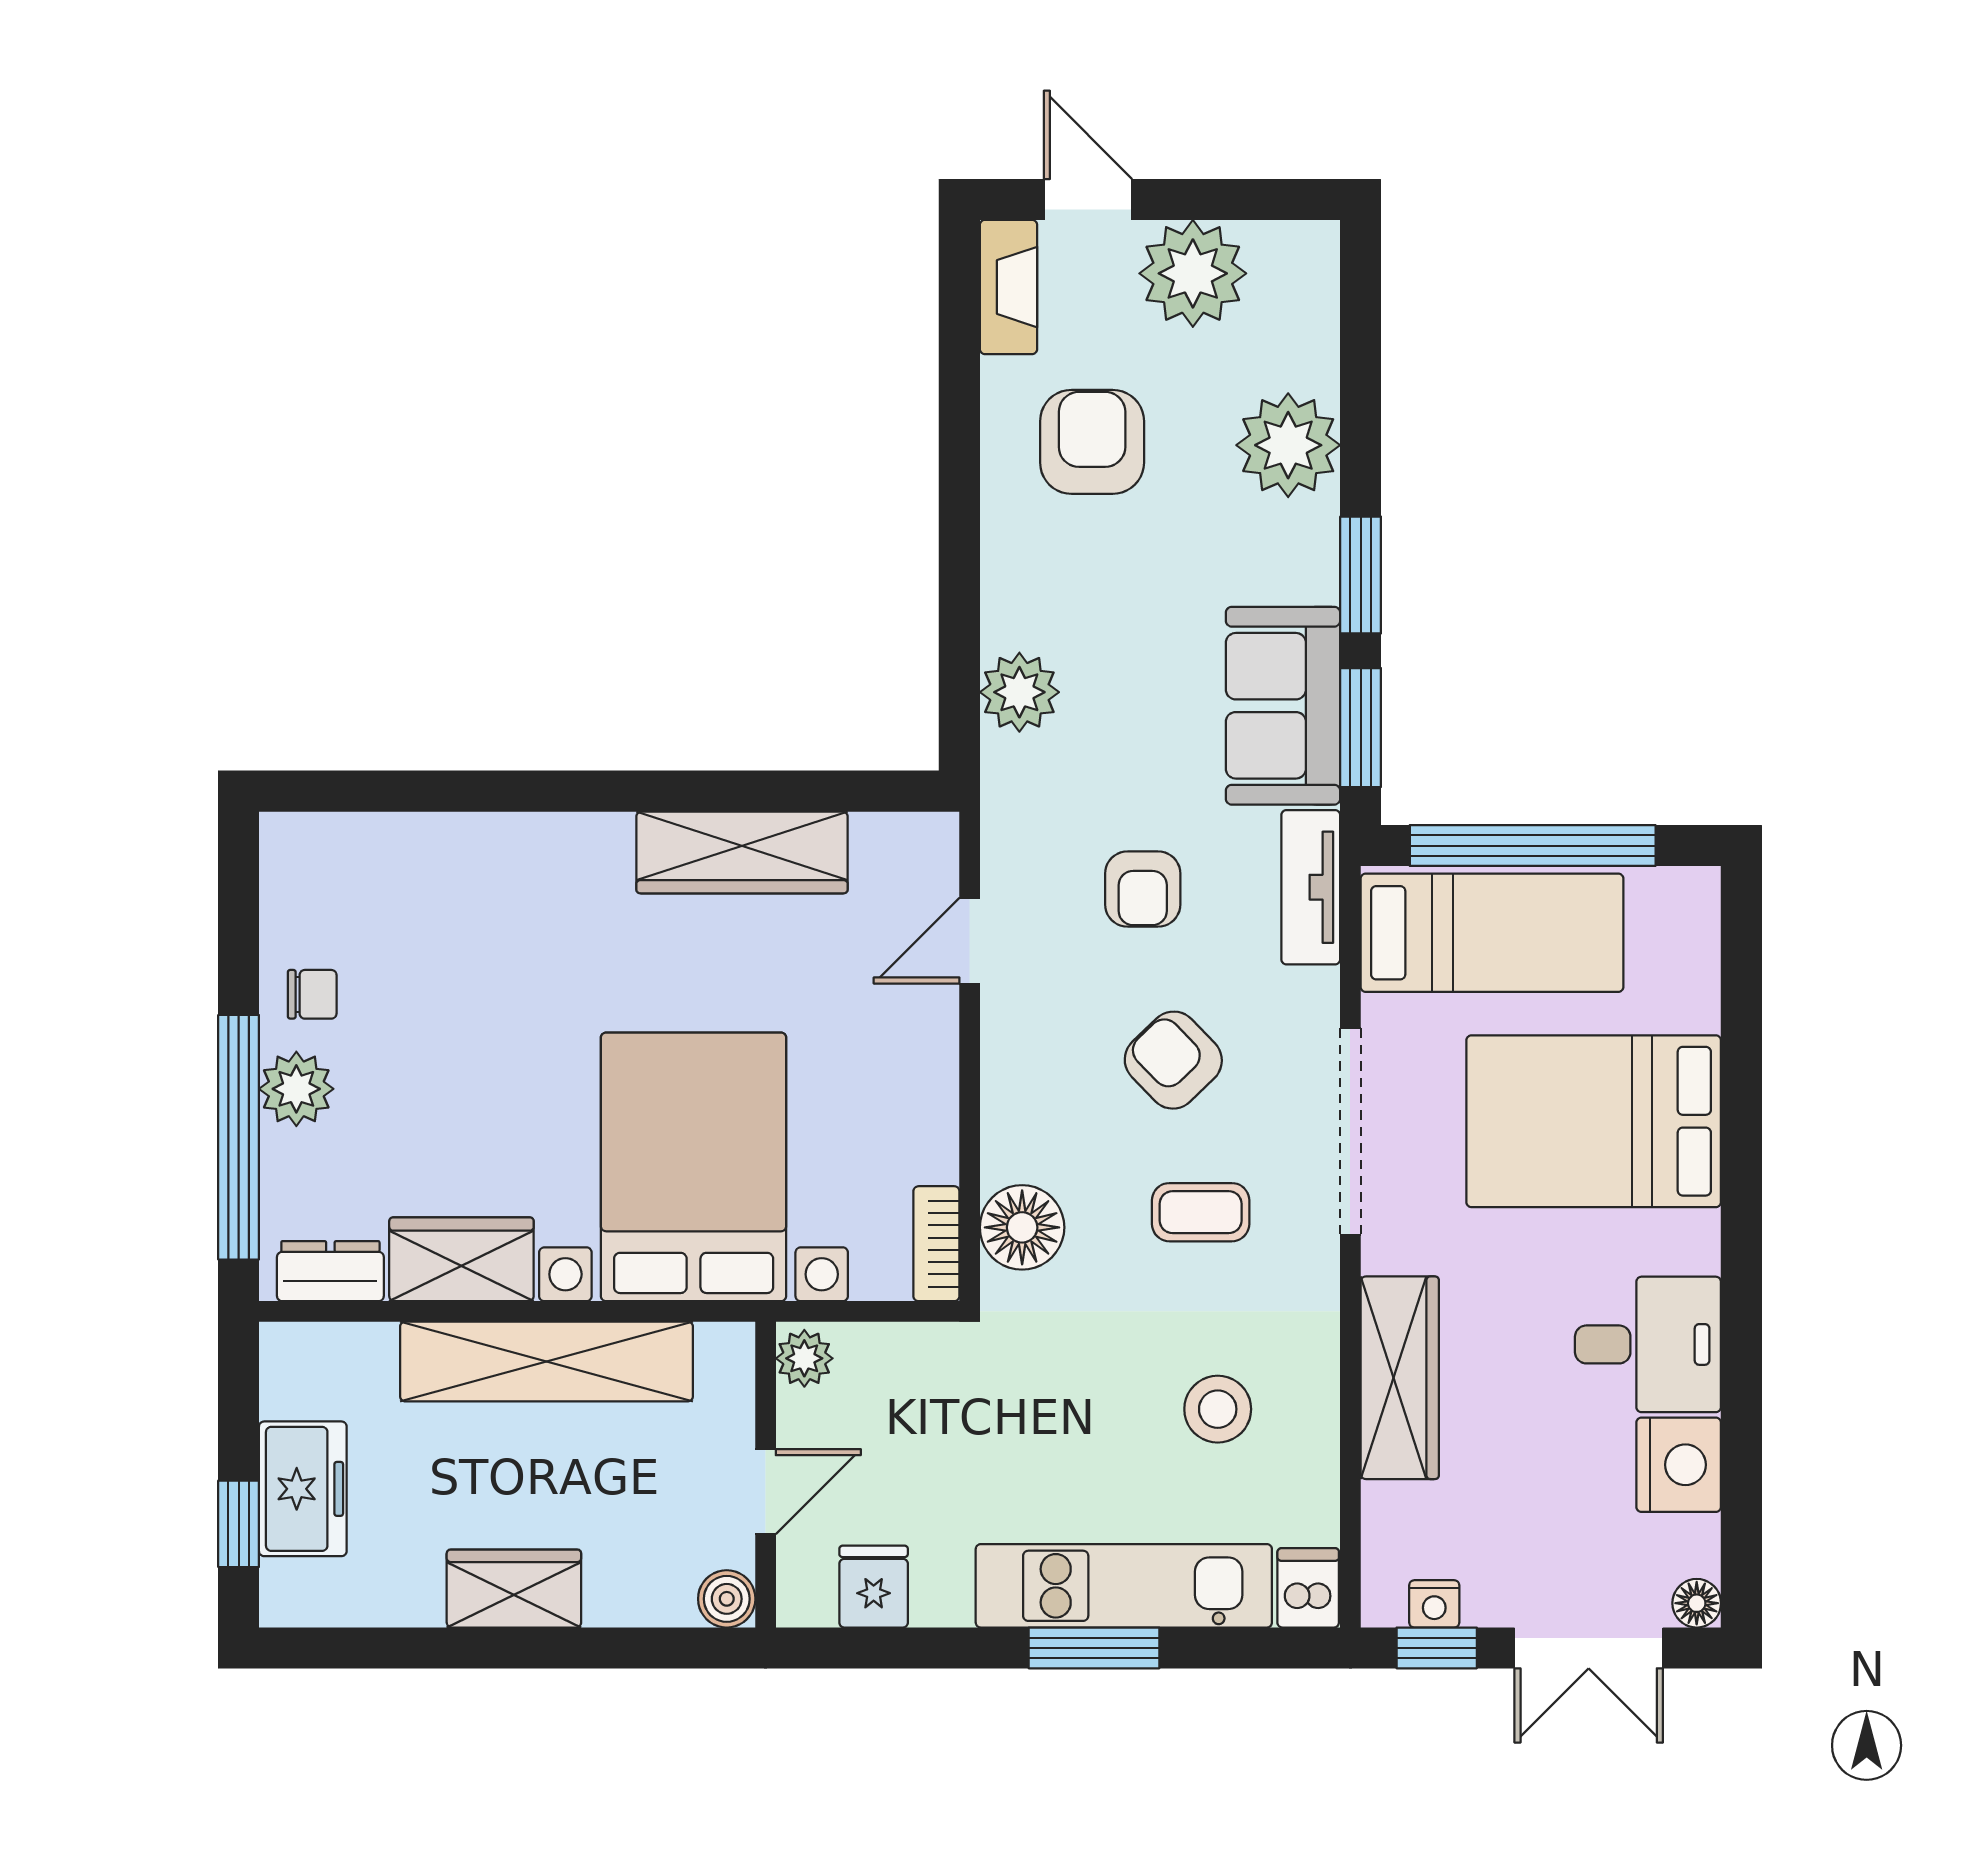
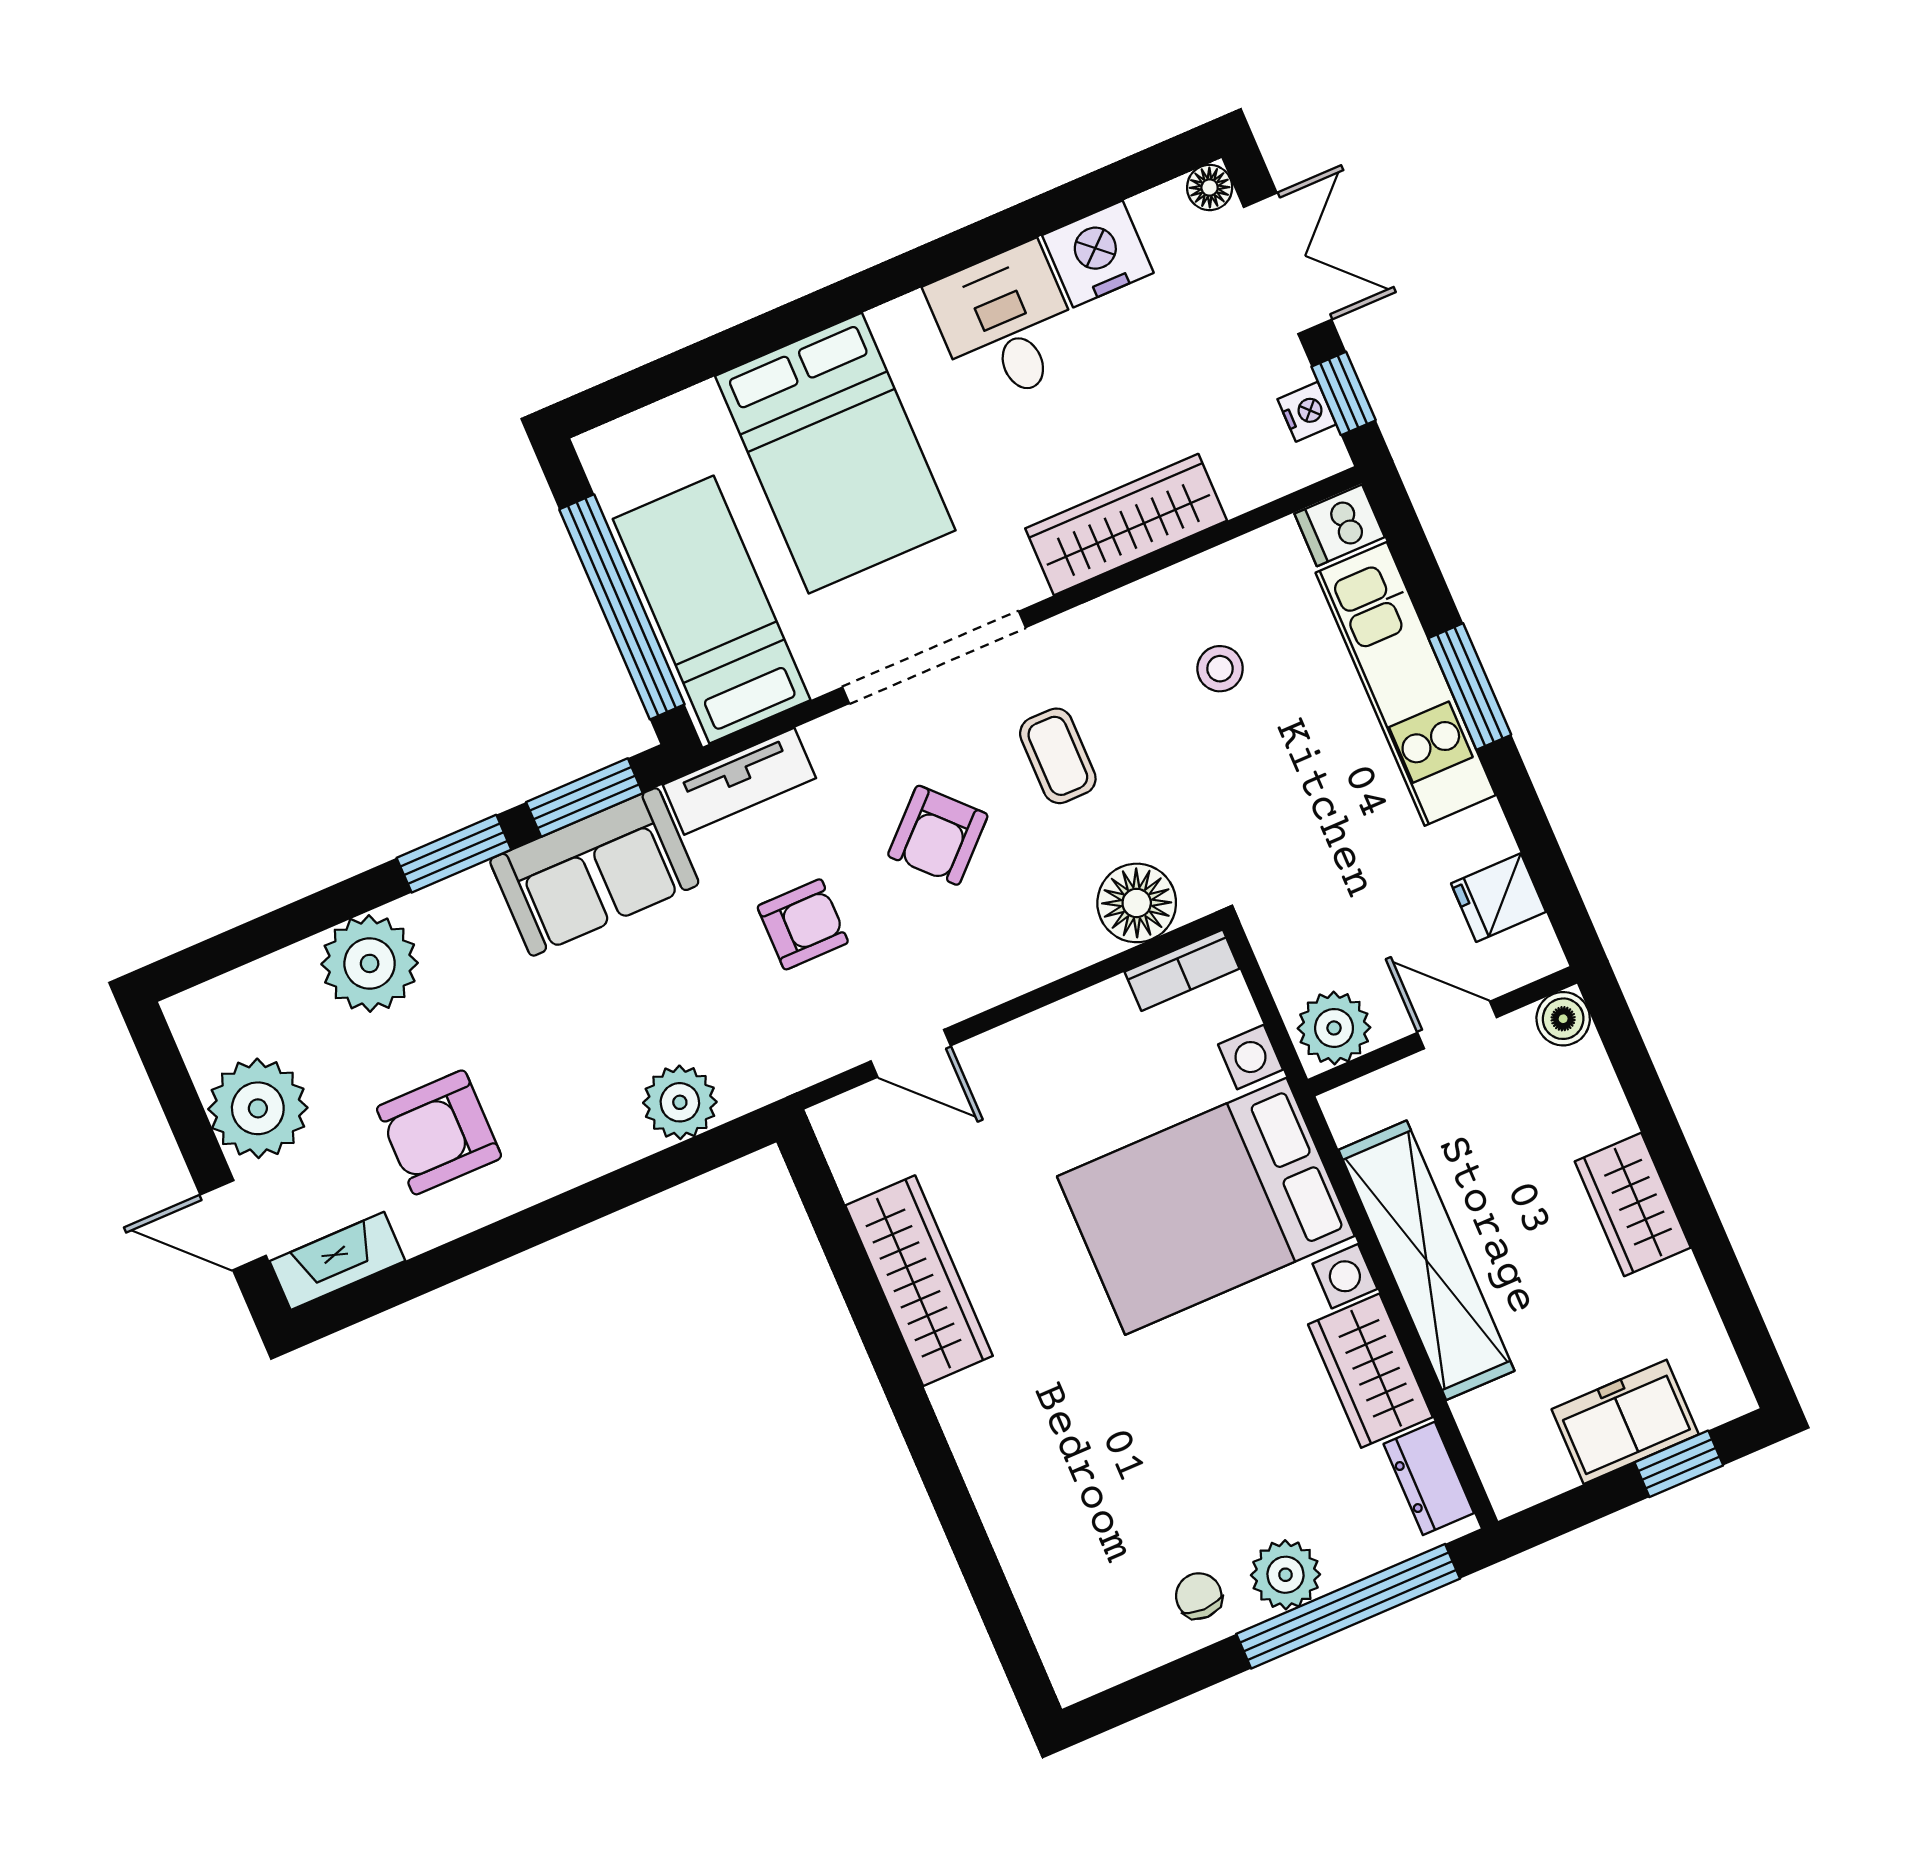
door: (1088, 200) -> (233, 1225), hinge flipped
plant: (804, 1358) -> (1334, 1028), width x1.38, depth x1.38
stool: (1218, 1409) -> (1220, 669), width x0.73, depth x0.73

